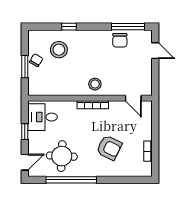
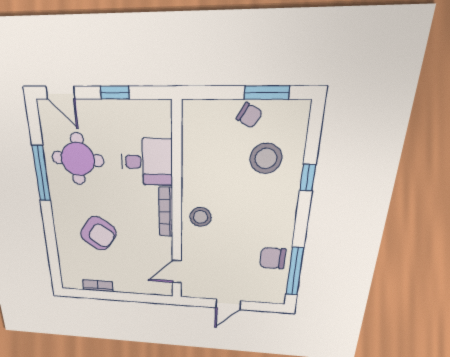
door: (155, 51) -> (228, 304), moved
window: (25, 67) -> (267, 93), moved
desk: (43, 117) -> (147, 162), moved, turned 90
armchair: (109, 148) -> (98, 233), turned -82
window: (71, 180) -> (41, 174), width x0.68

